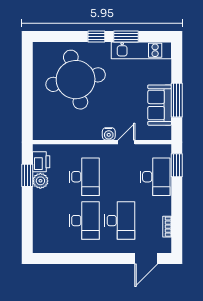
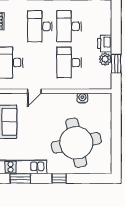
window: (126, 37) -> (20, 178), moved
water cooler: (109, 134) -> (82, 98), moved
printer: (41, 162) -> (105, 43), moved

